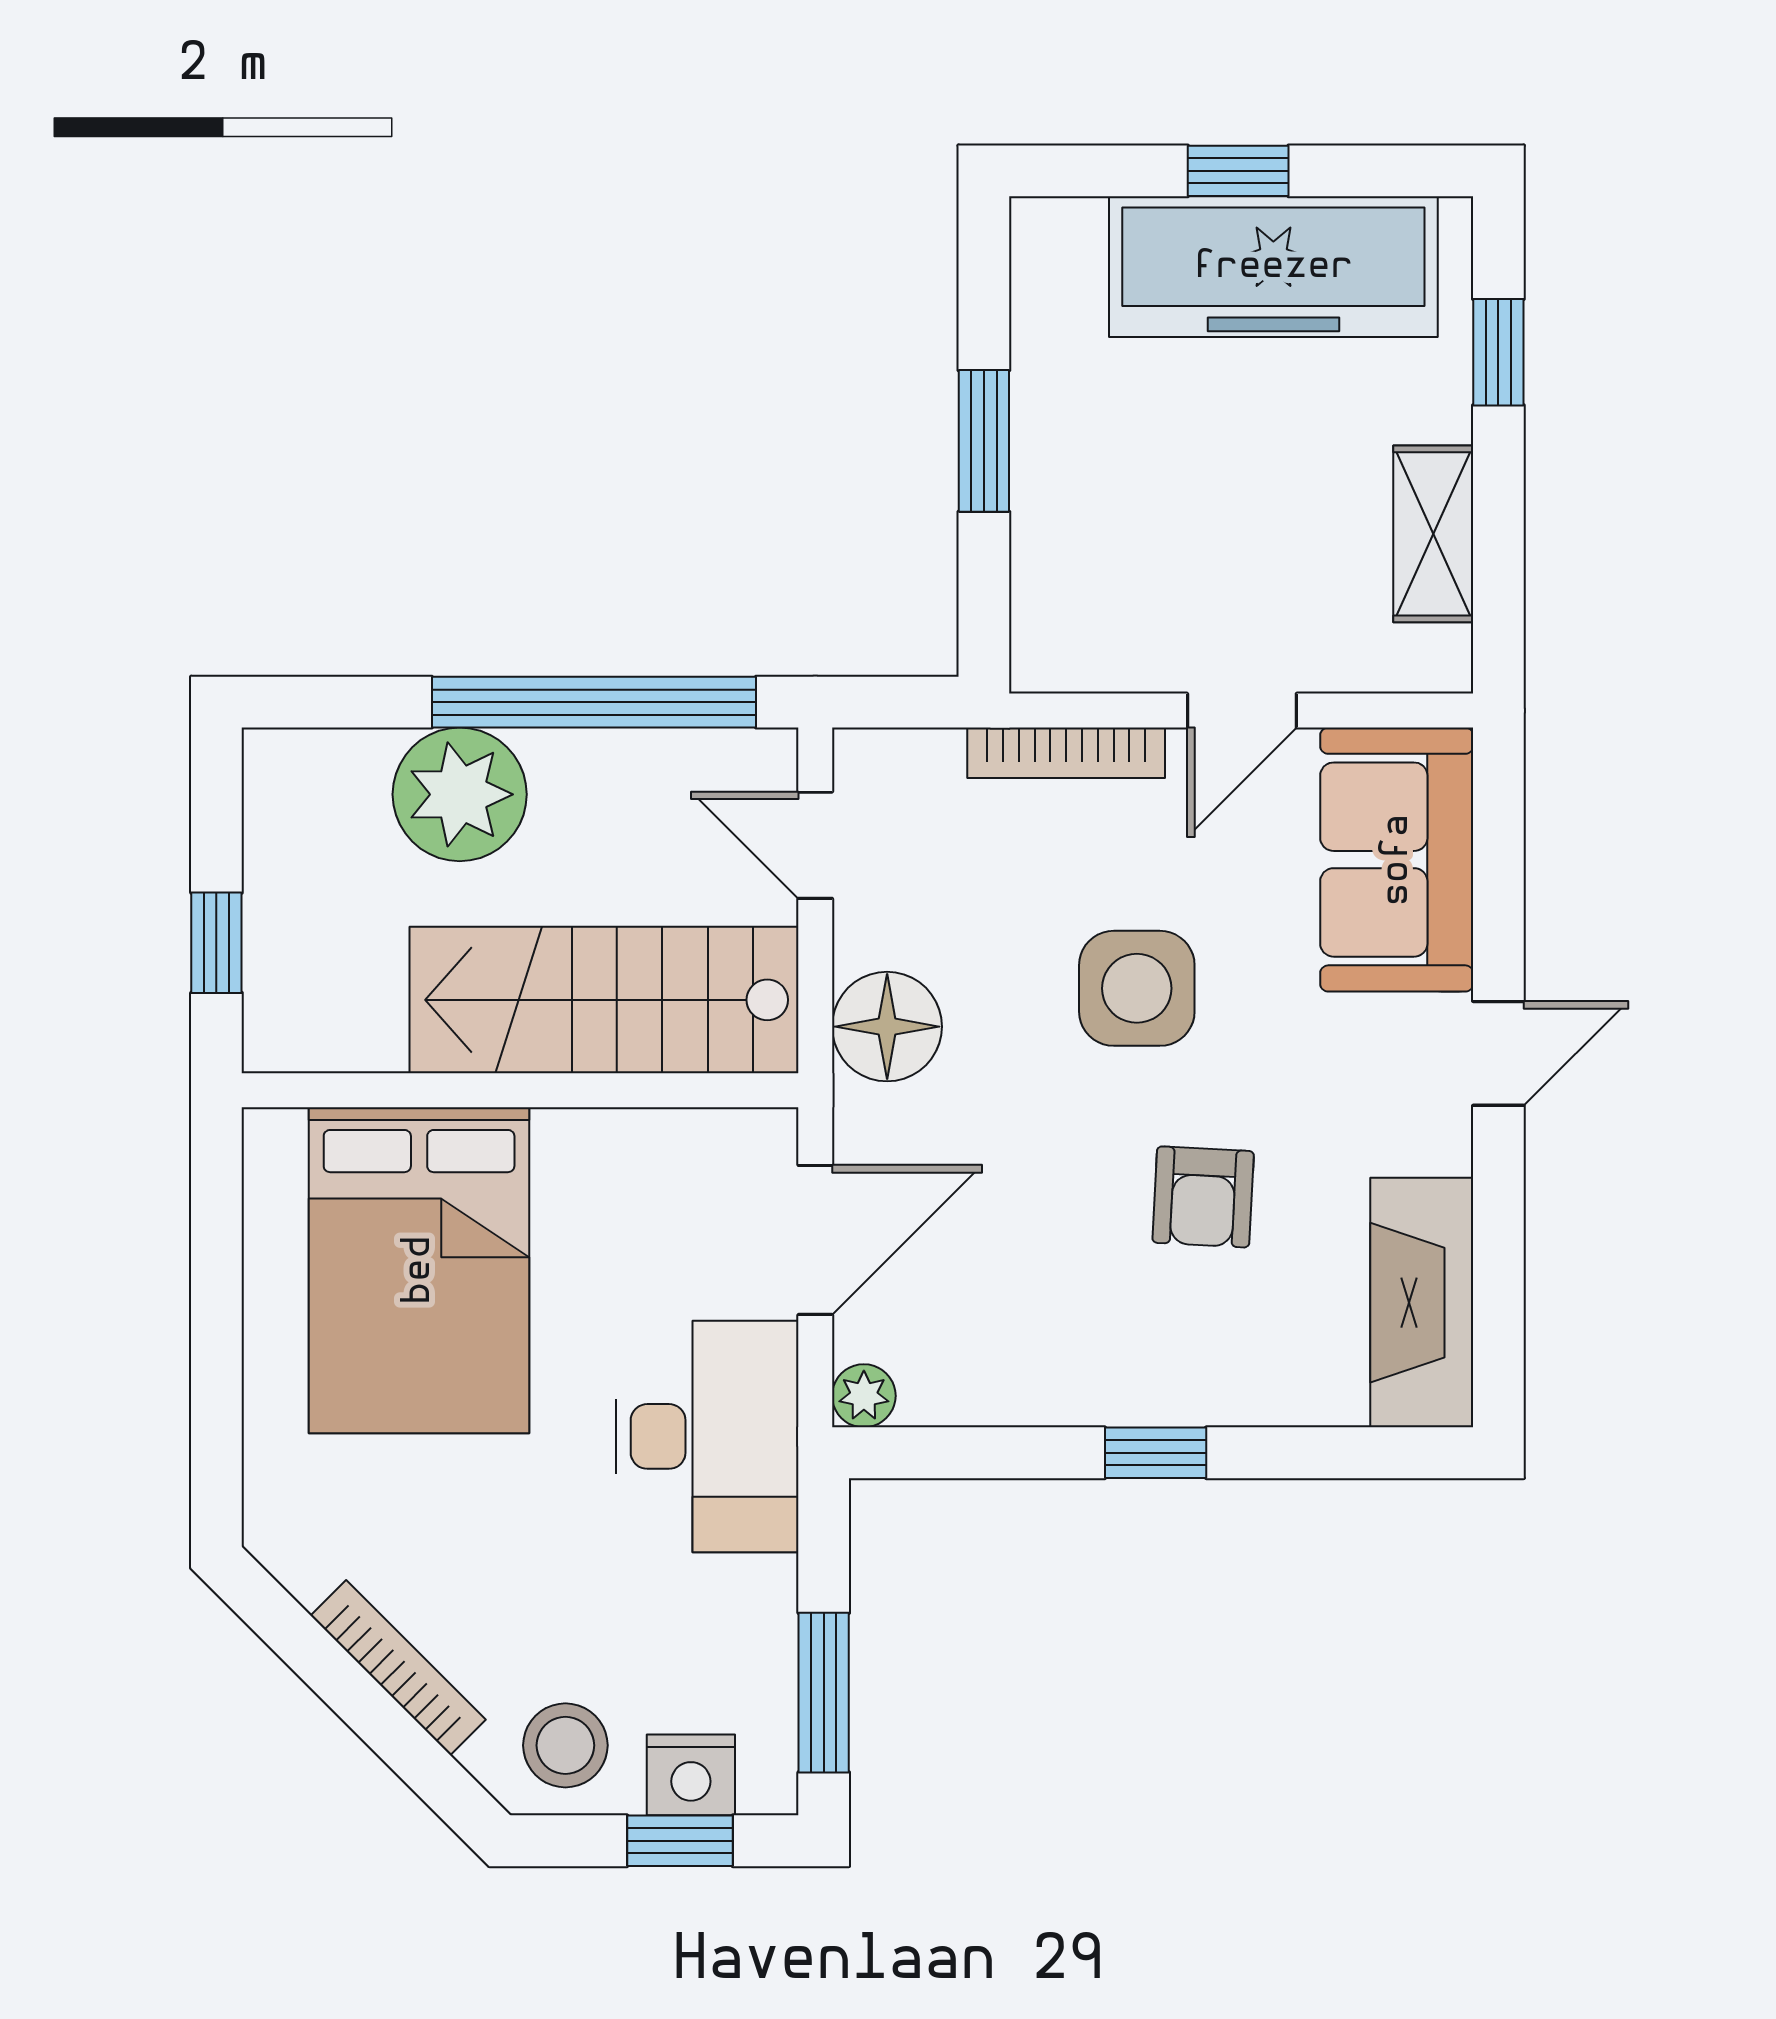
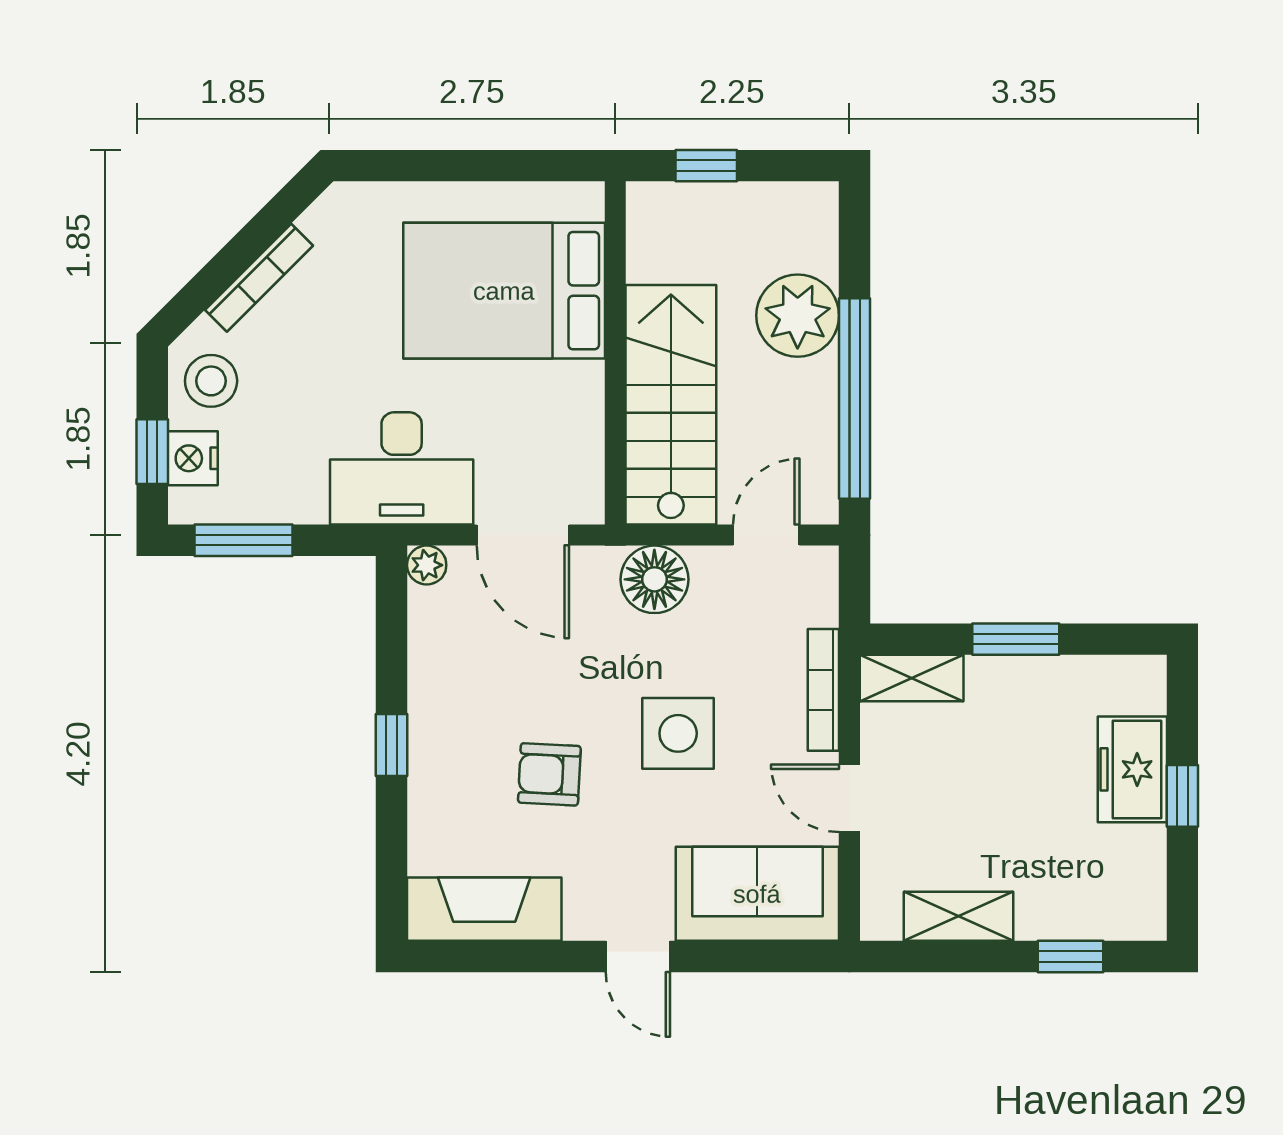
freezer: (1273, 267) -> (1132, 769), width x0.52, depth x0.79
shelving: (1047, 610) -> (912, 678), added

